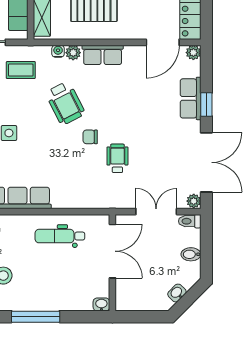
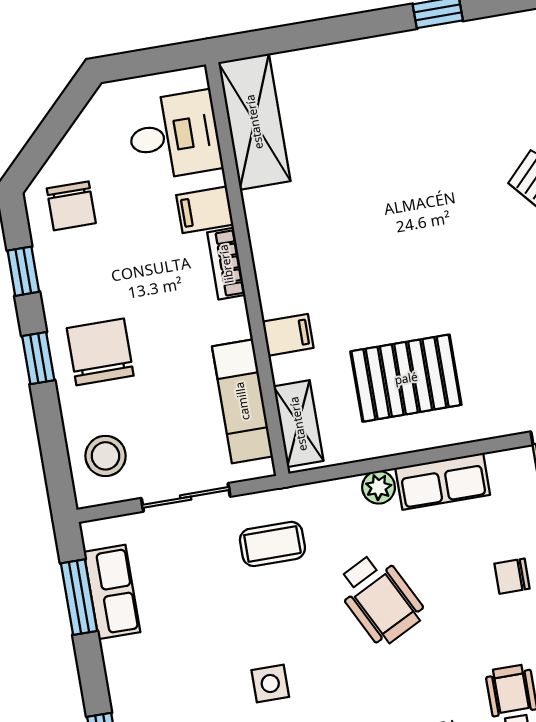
water cooler: (58, 51) -> (346, 490), removed
chair: (90, 137) -> (512, 576), moved

